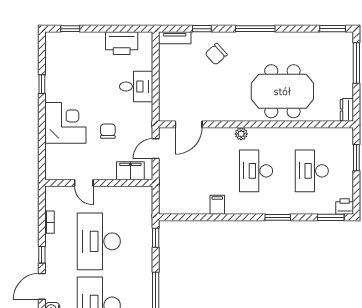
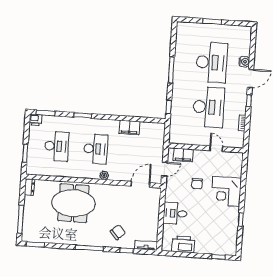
filing cabinet: (217, 205) -> (129, 127), width x2.00

